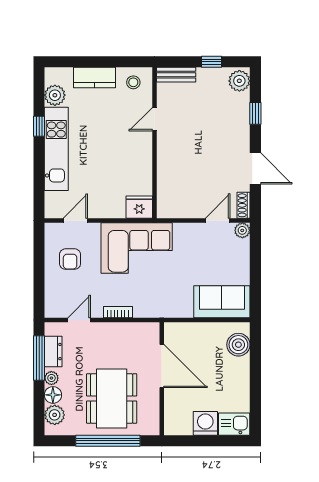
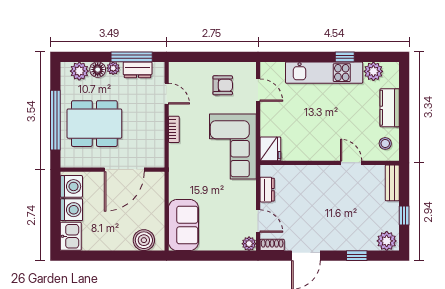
dresser: (183, 211) -> (267, 190), added
armchair: (70, 259) -> (223, 85), turned 180
washing machine: (180, 424) -> (71, 186), added

